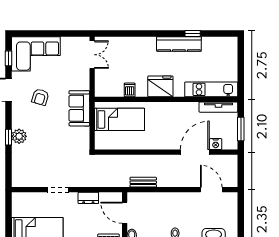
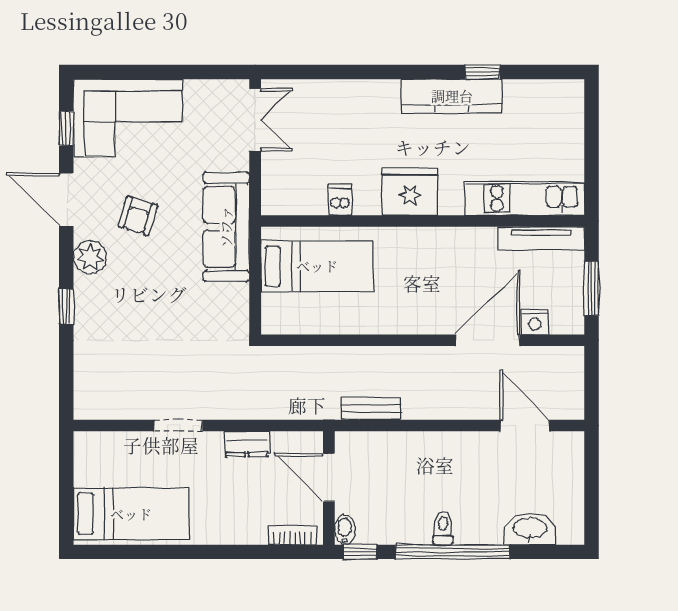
sofa: (79, 108) -> (226, 227), width x1.36
plant: (19, 136) -> (90, 257), moved

